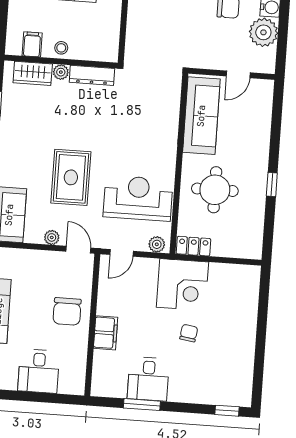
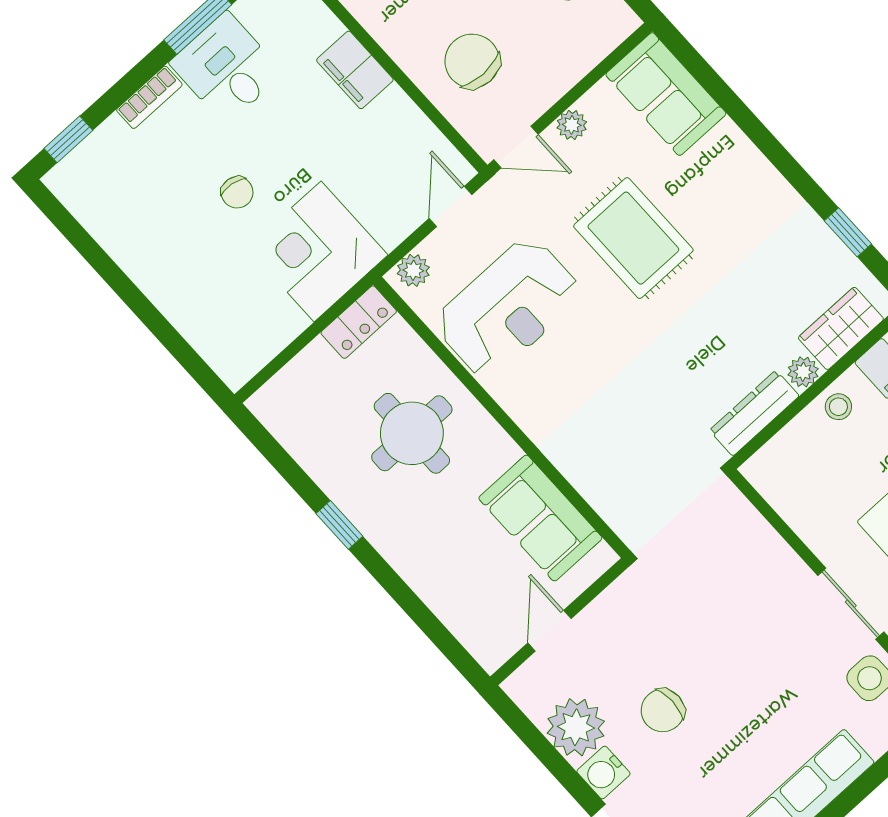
sofa: (201, 116) -> (540, 518), width x0.73
chair: (67, 311) -> (472, 61), moved
bookcase: (185, 396) -> (149, 97), added

